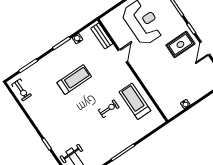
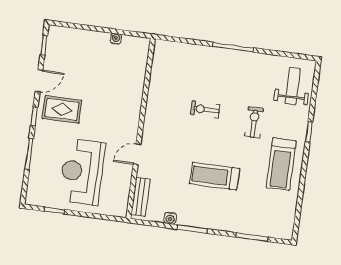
exercise bike: (21, 90) -> (254, 122), moved
treadmill: (135, 101) -> (281, 164), moved

